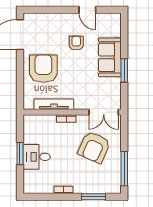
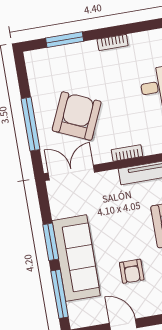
window: (124, 37) -> (60, 294), added
sofa: (110, 57) -> (76, 258), width x1.36
window: (124, 169) -> (31, 124), moved

